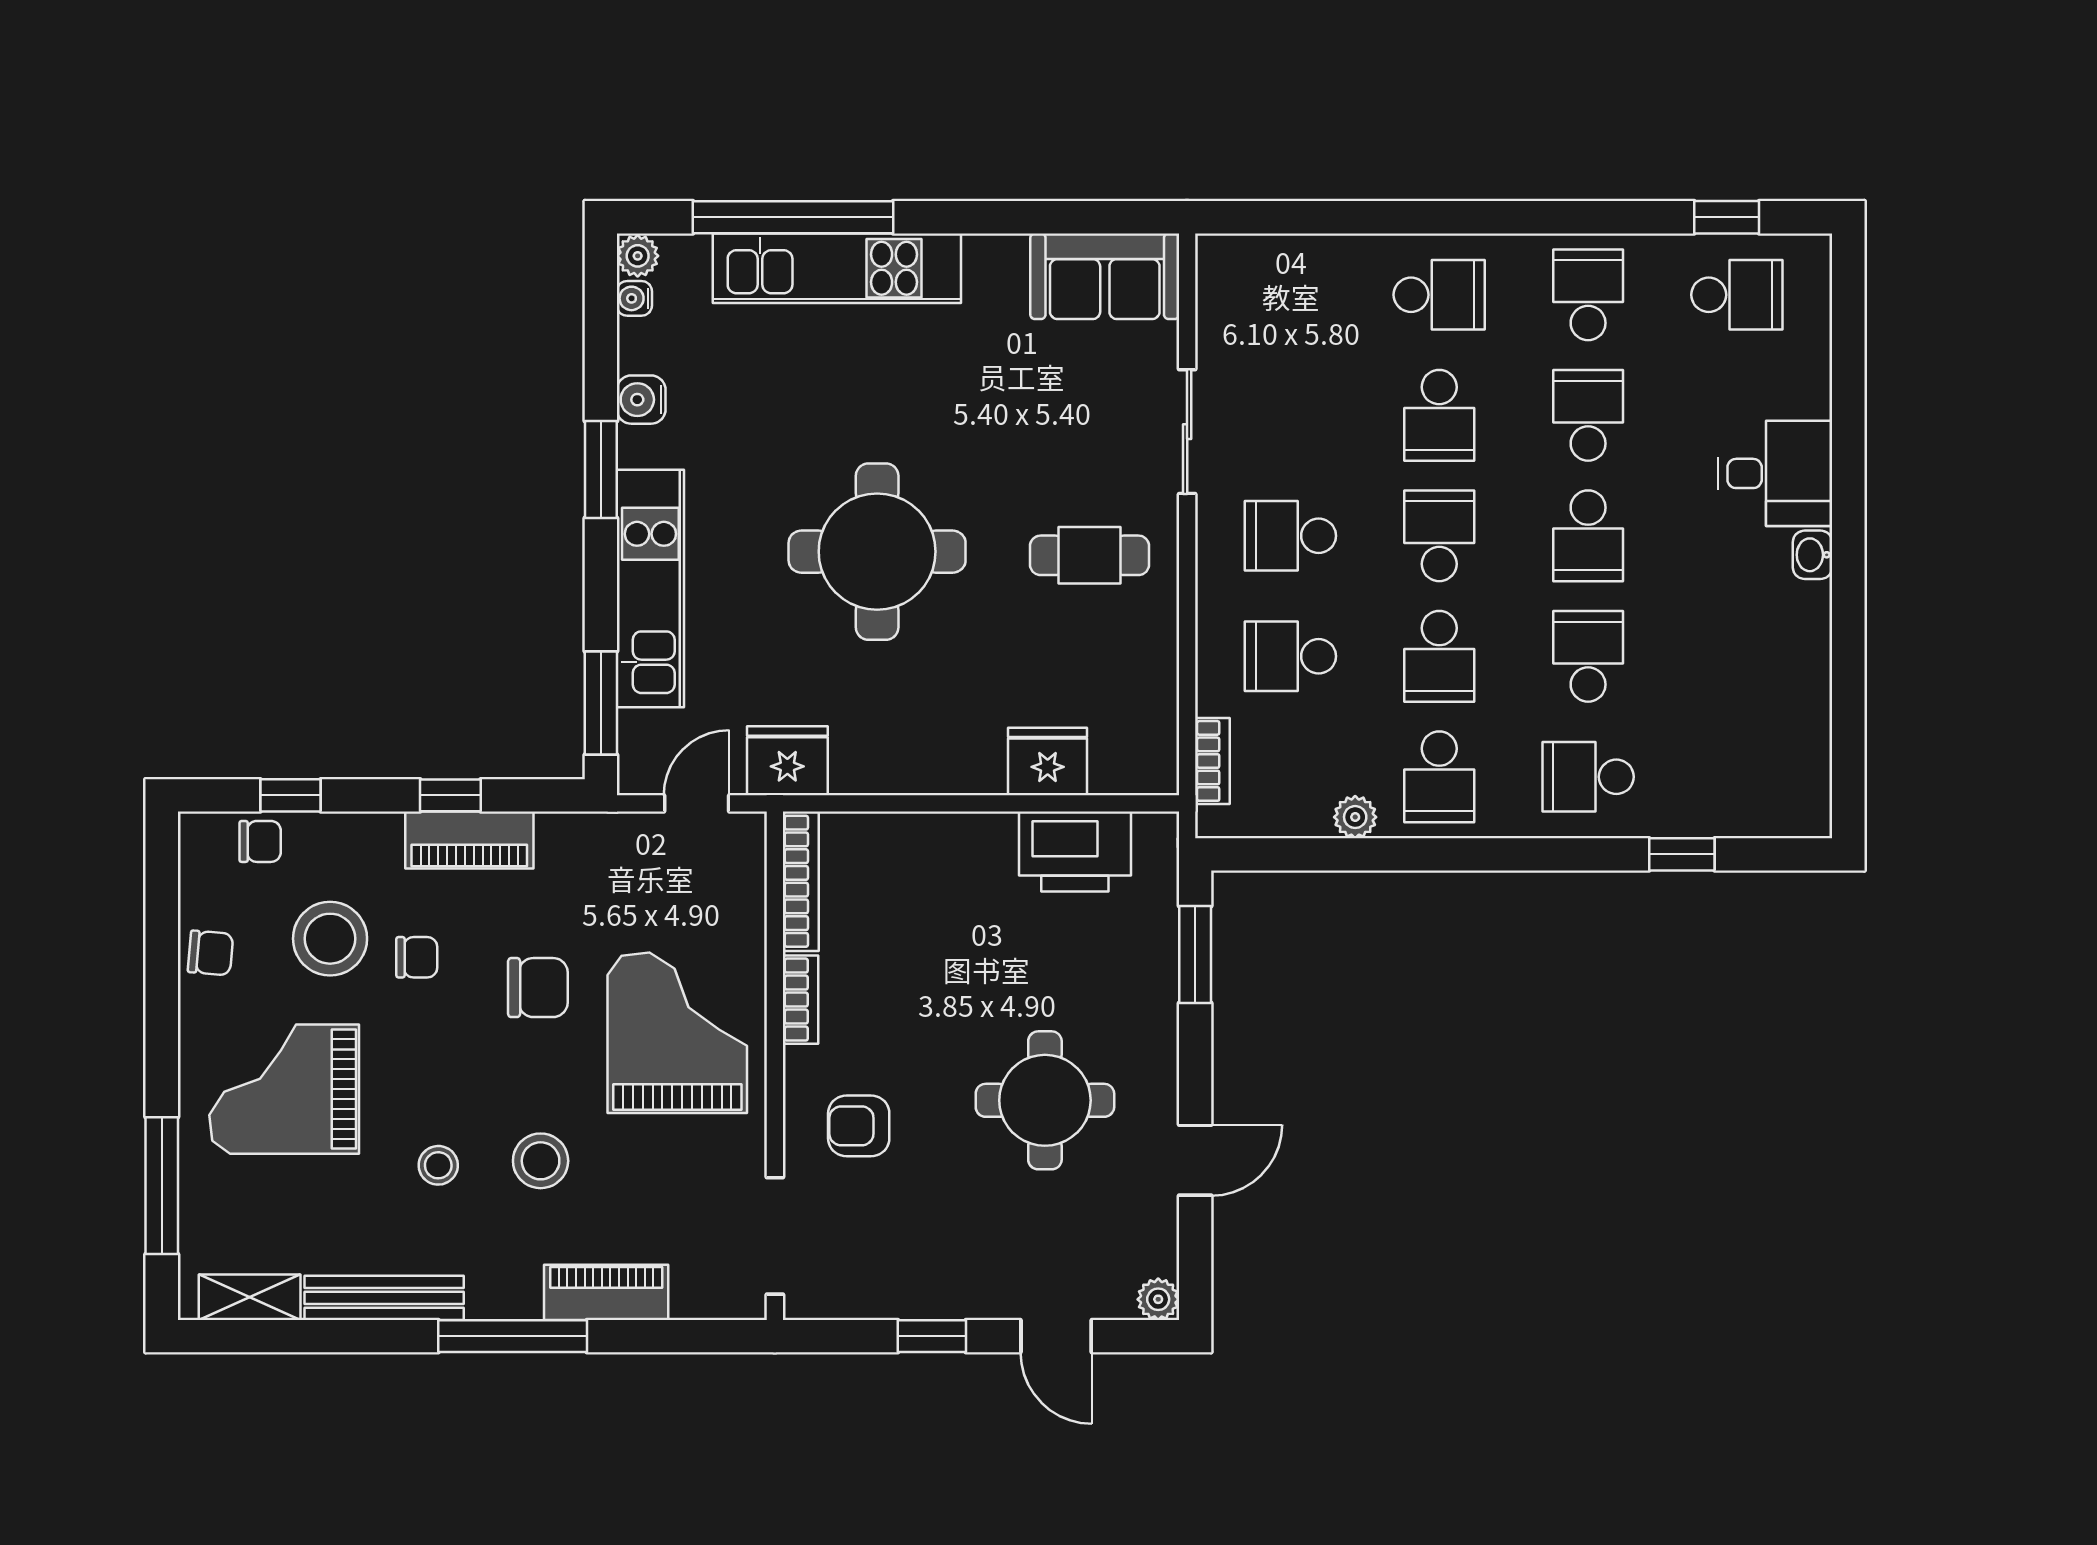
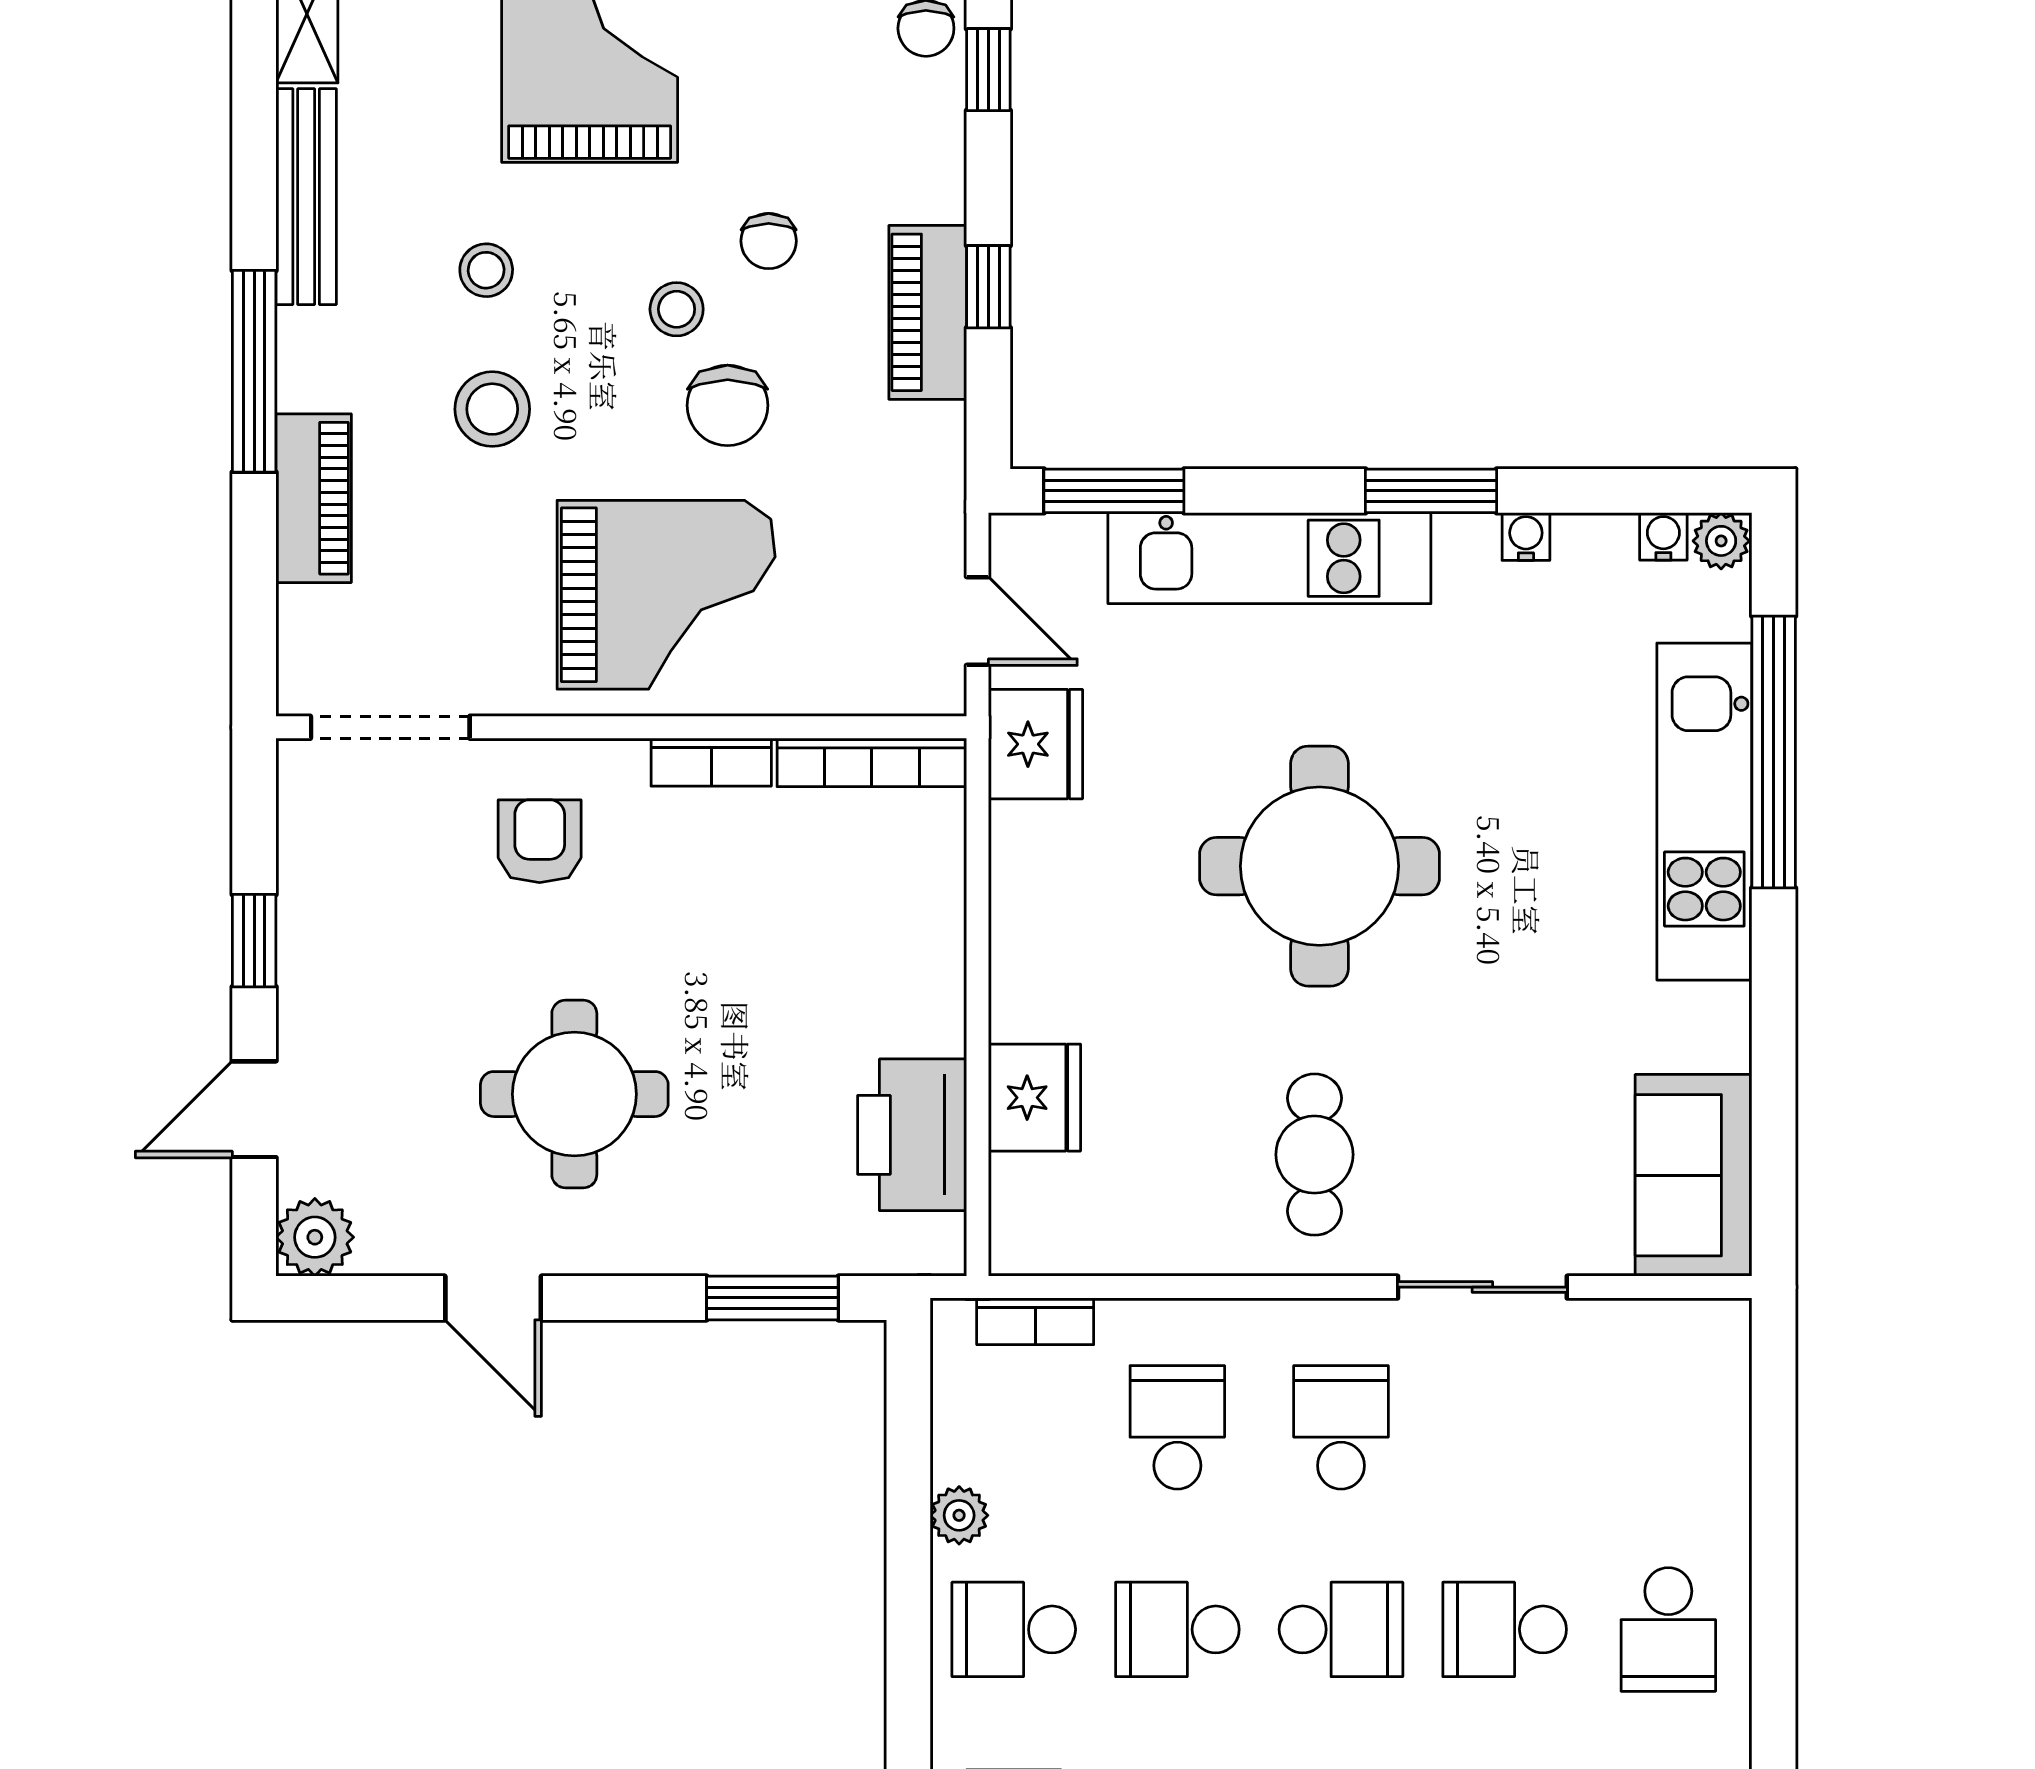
water cooler: (641, 400) -> (1526, 537), width x0.72, depth x0.72
stool: (330, 939) -> (677, 309), moved, width x0.53, depth x0.53
plant: (1158, 1299) -> (315, 1237), width x1.38, depth x1.38

